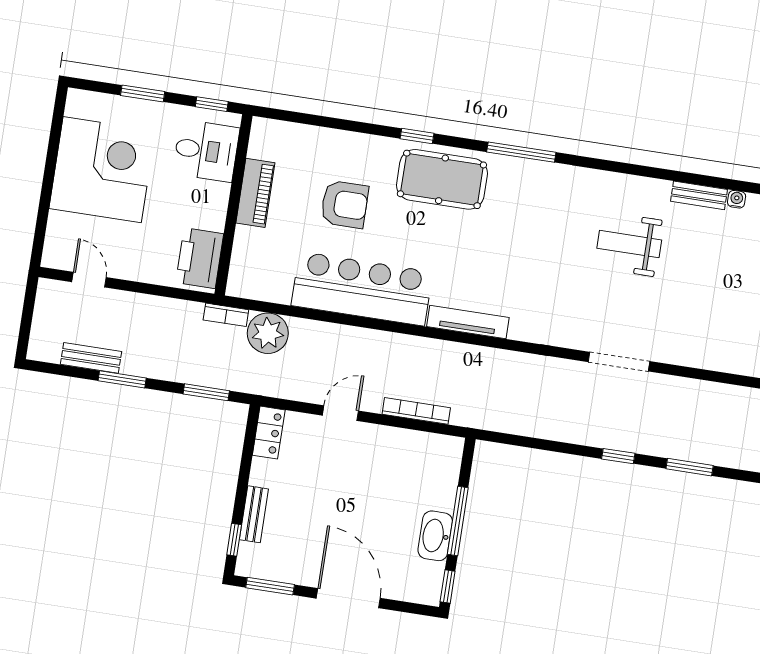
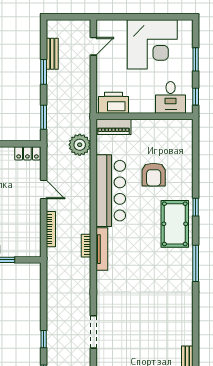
piano: (255, 193) -> (114, 127), moved
weight bench: (629, 244) -> (156, 328), removed
bookcase: (226, 315) -> (86, 246), moved

